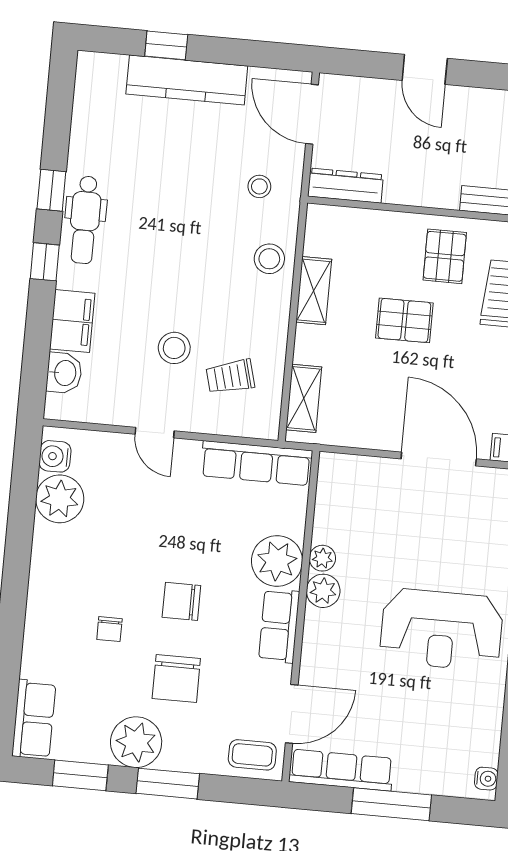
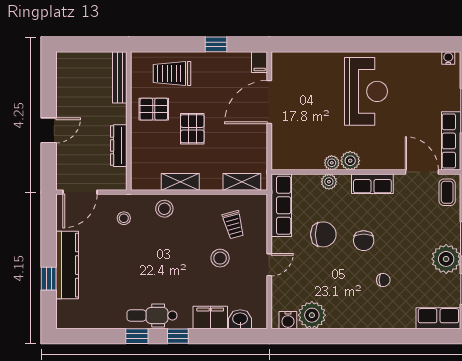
dresser: (346, 186) -> (119, 146), moved
dental chair: (85, 220) -> (152, 316), turned 180
plant: (277, 561) -> (329, 182), width x0.53, depth x0.53
chair: (176, 679) -> (323, 234), moved

